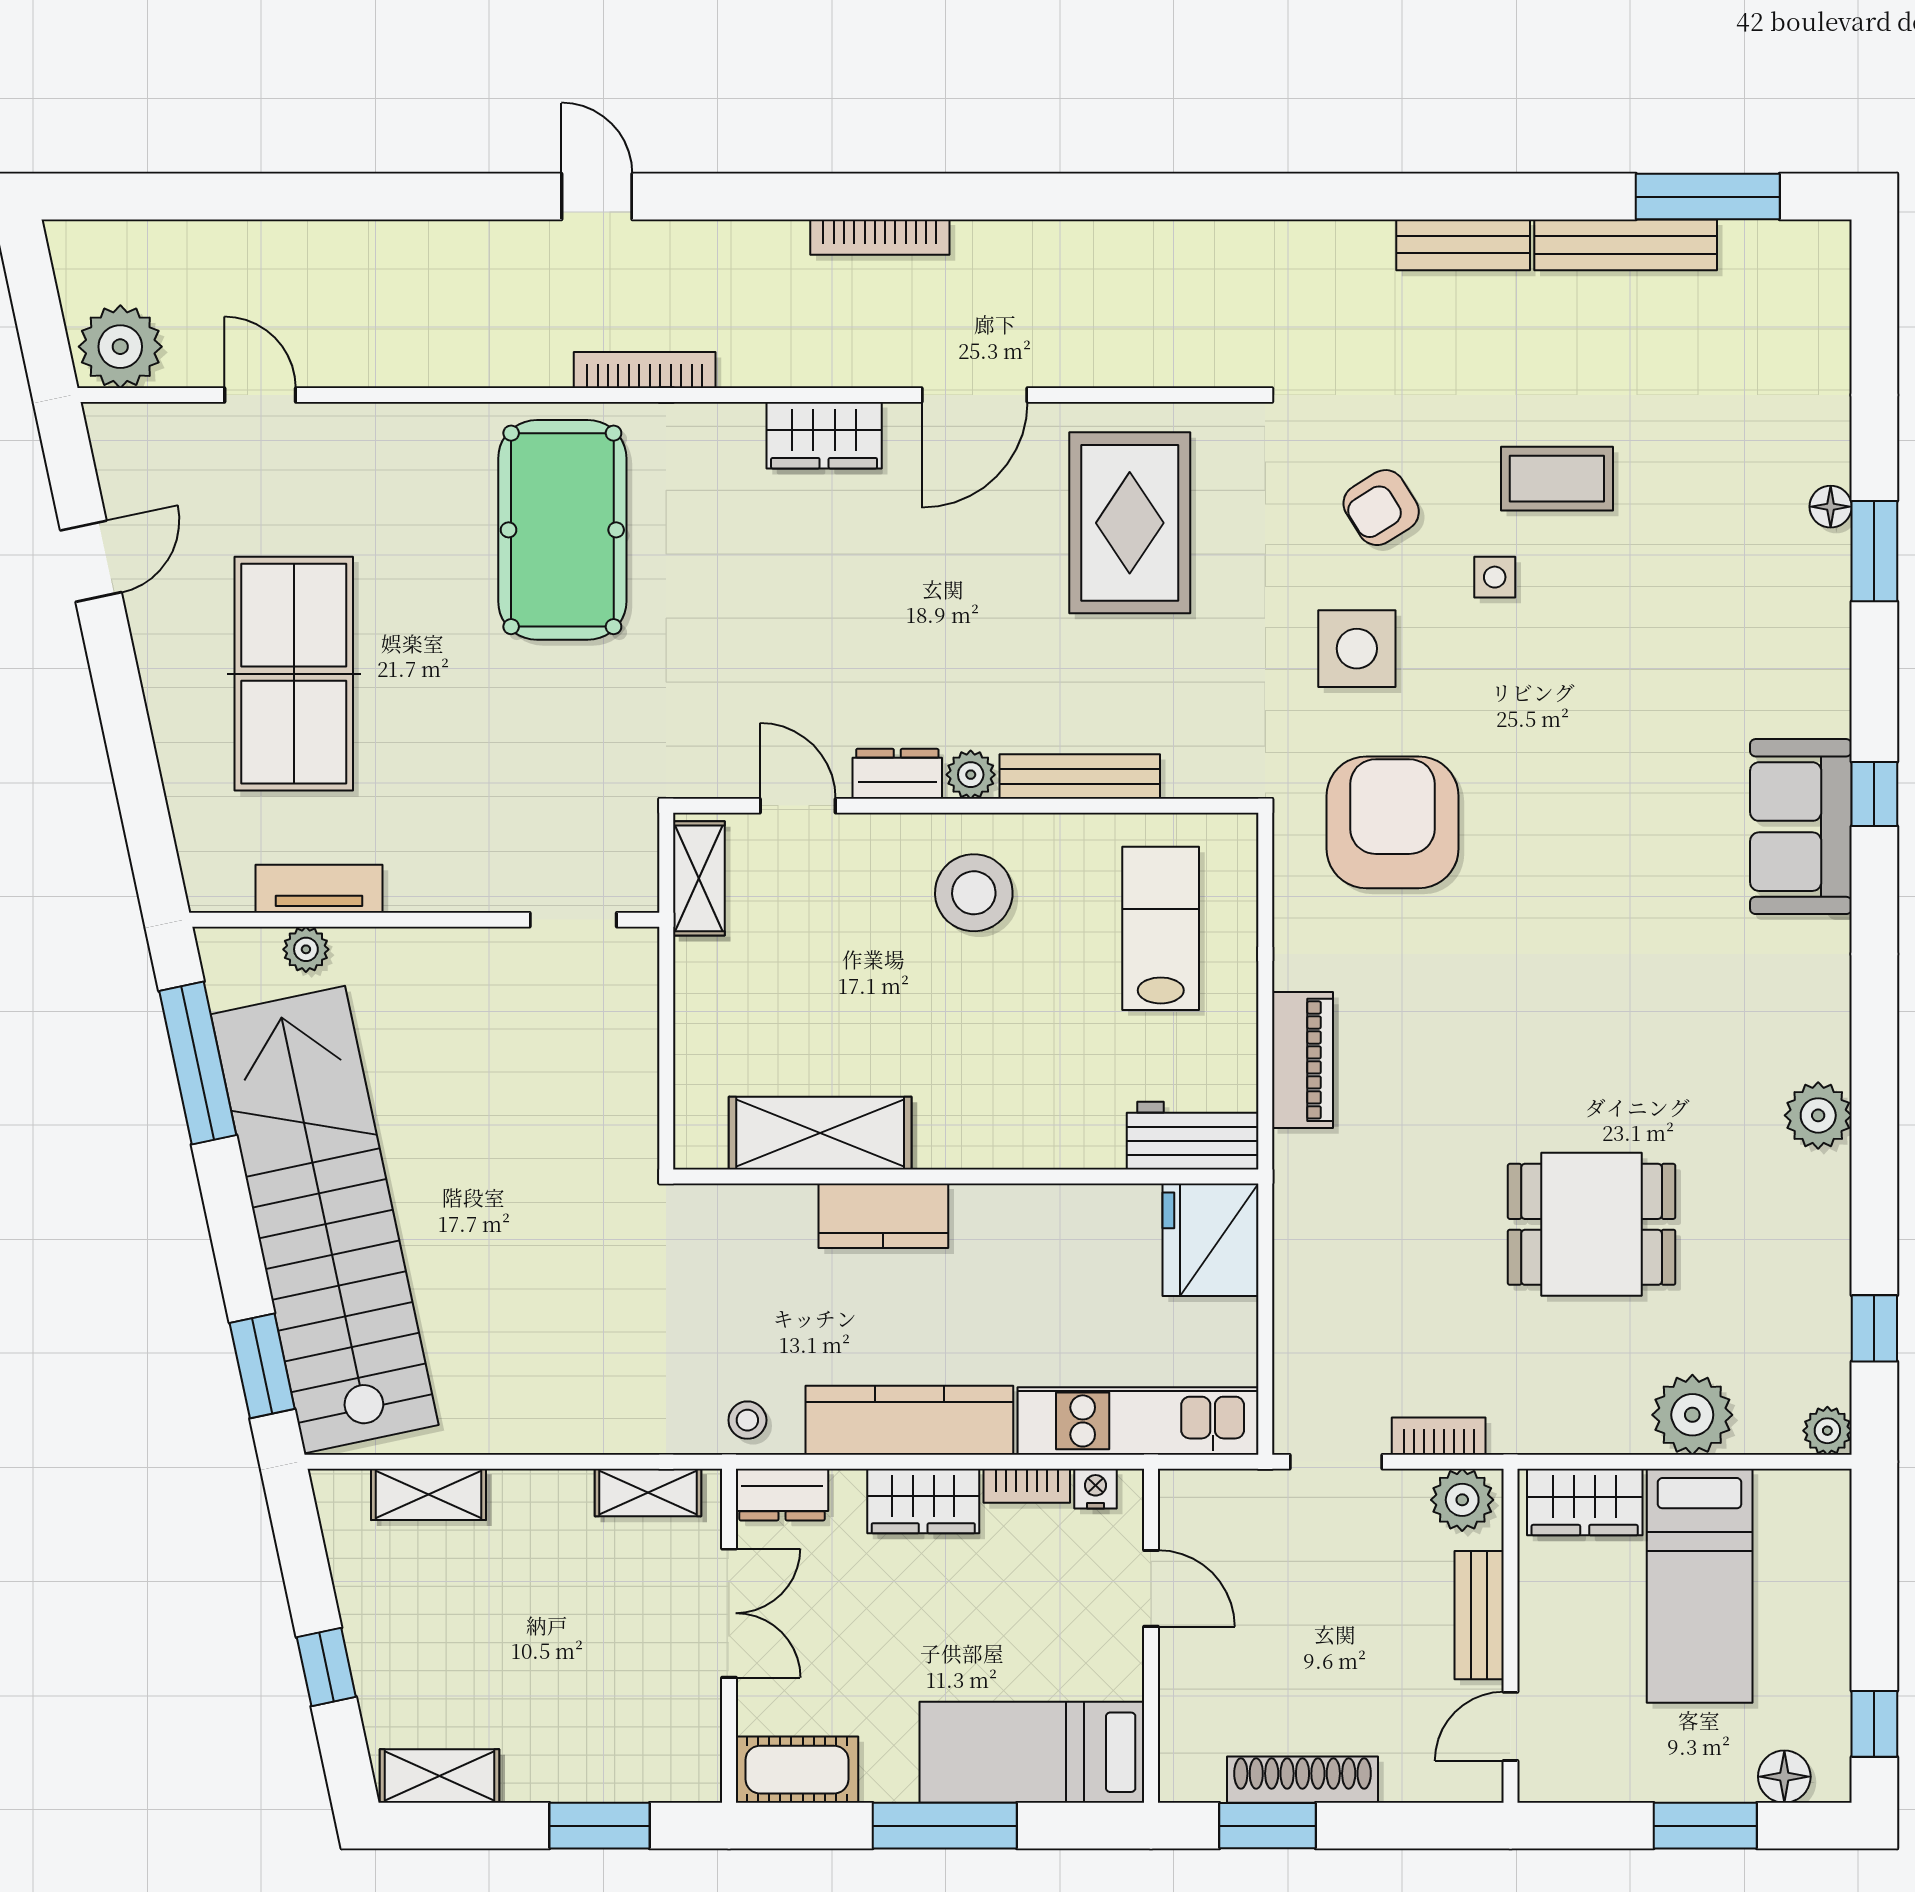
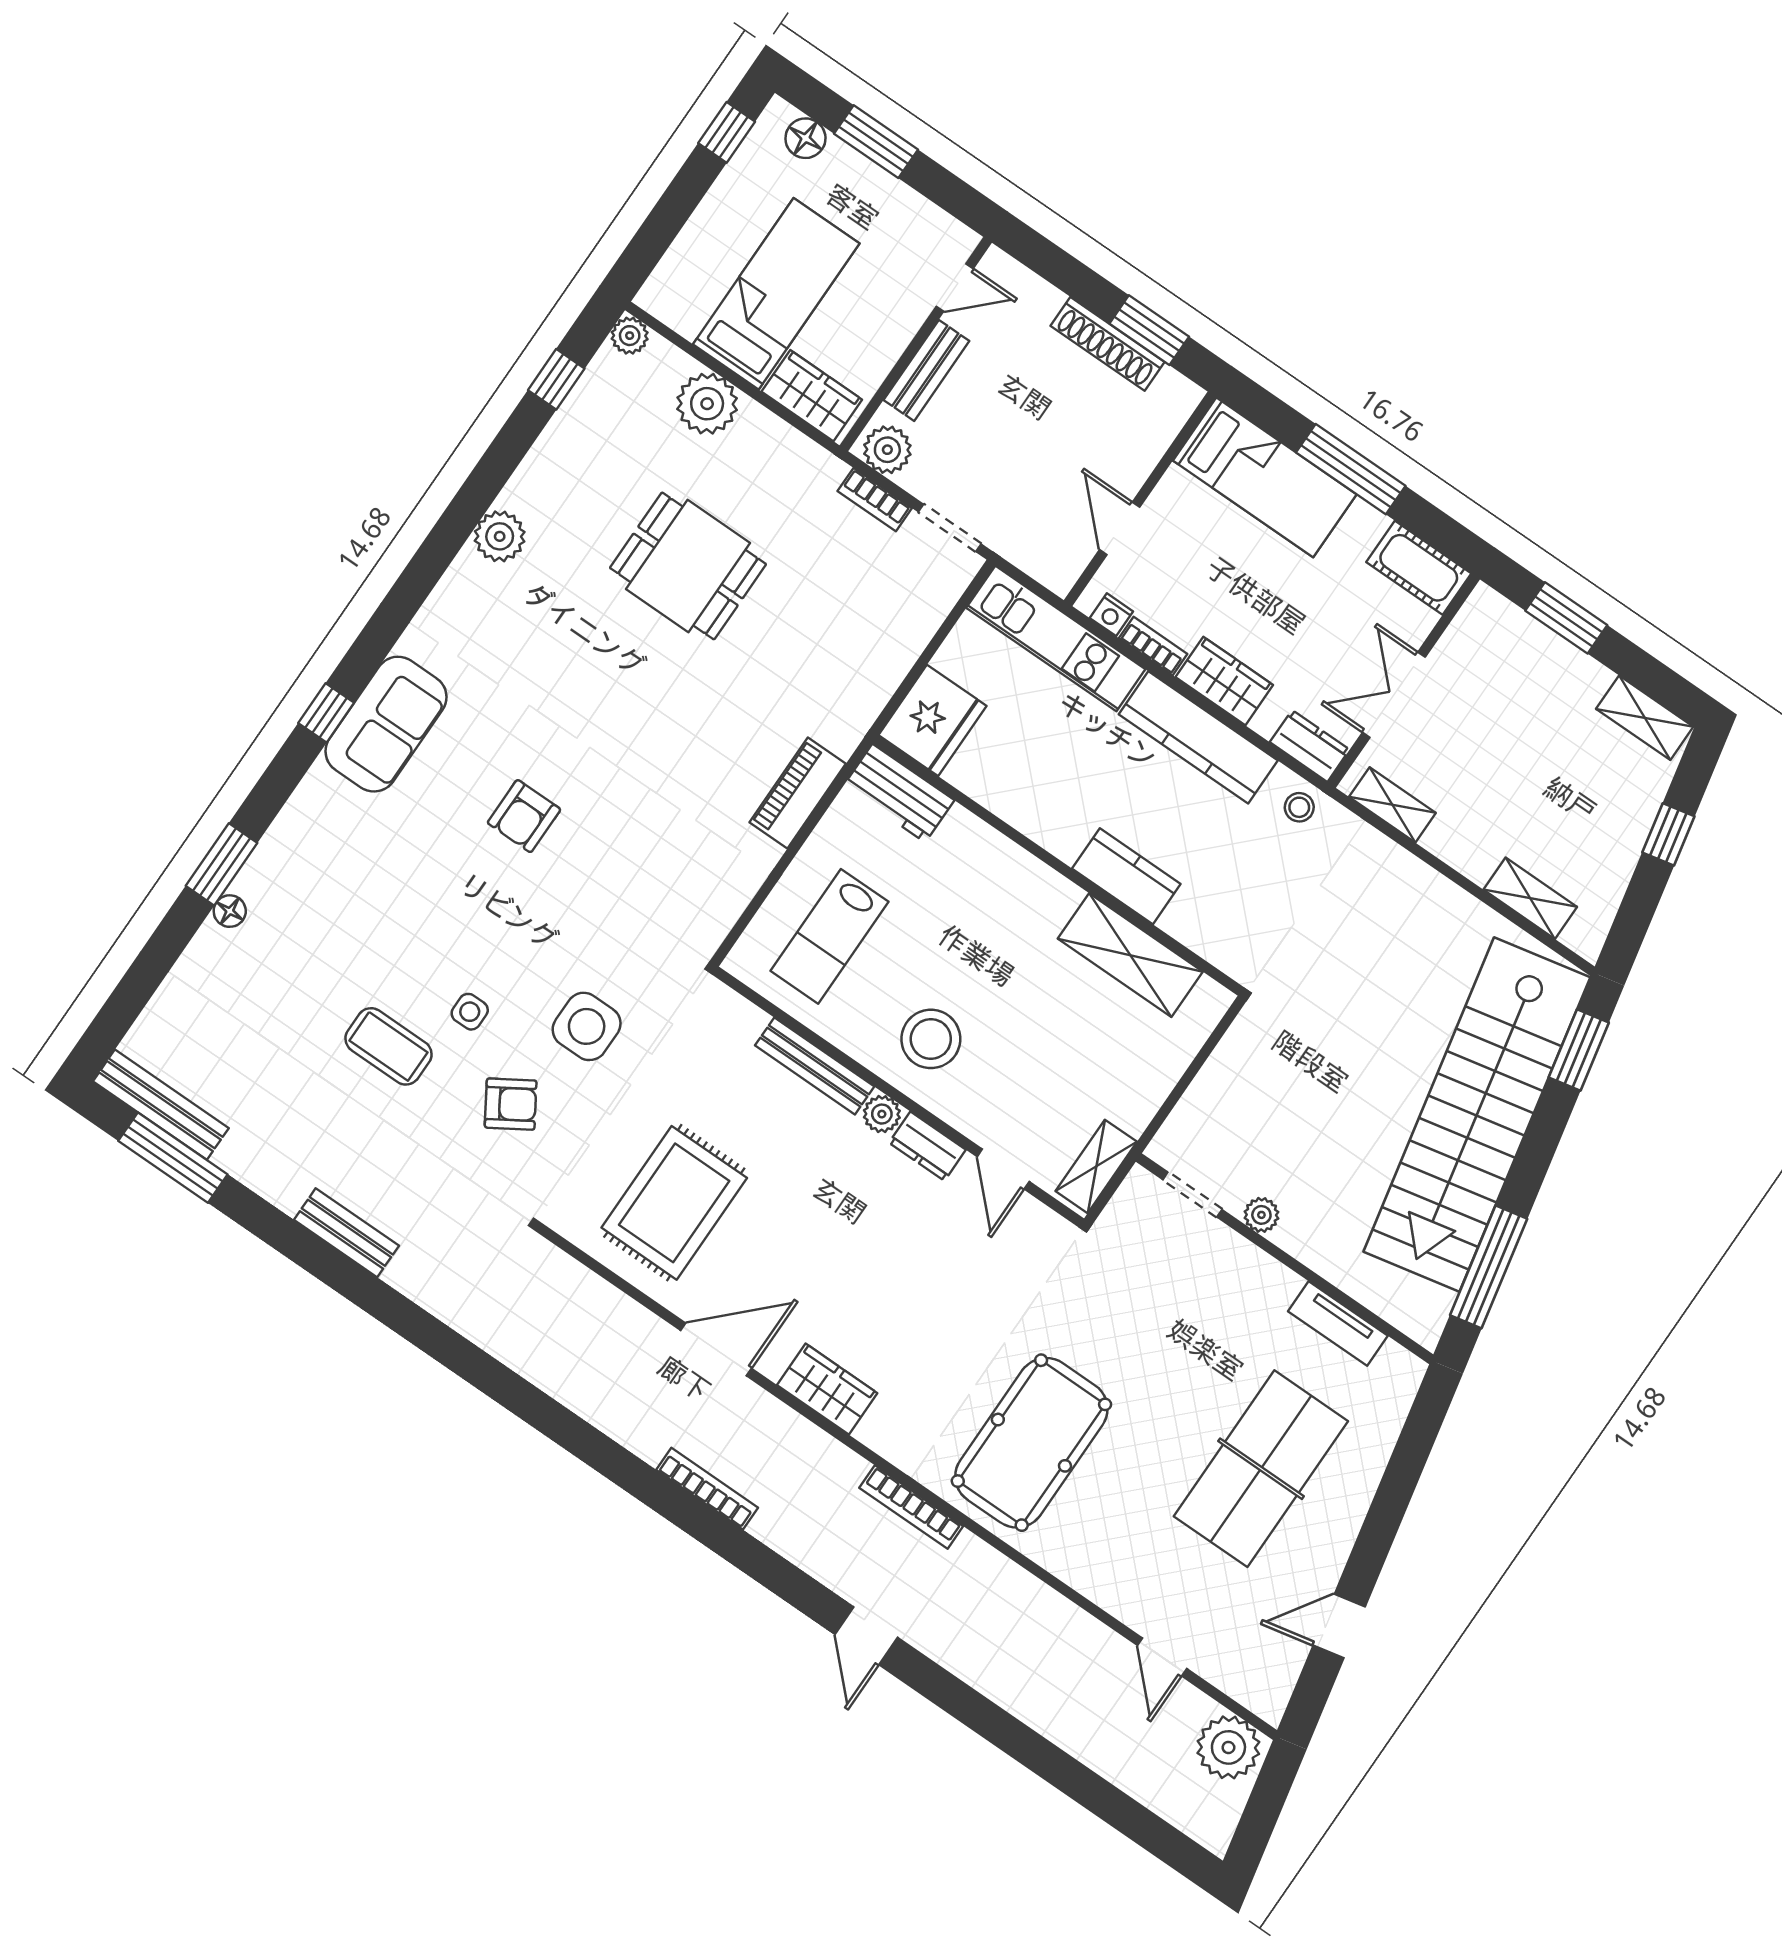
bench: (1626, 245) -> (161, 1105), moved
armchair: (1393, 822) -> (524, 816), moved, width x0.53, depth x0.53
plant: (306, 949) -> (1261, 1215), moved

